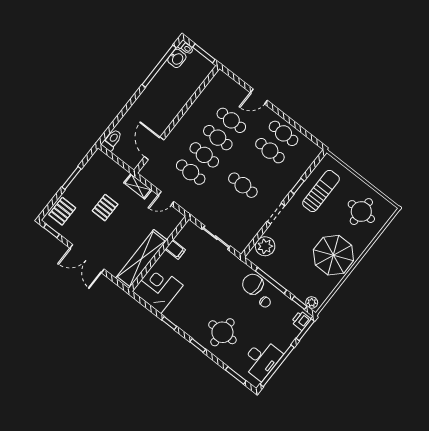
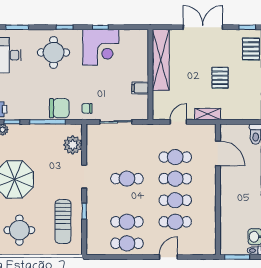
corner desk: (158, 288) -> (101, 47), moved
chair: (265, 302) -> (87, 108), moved

